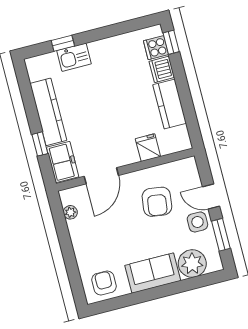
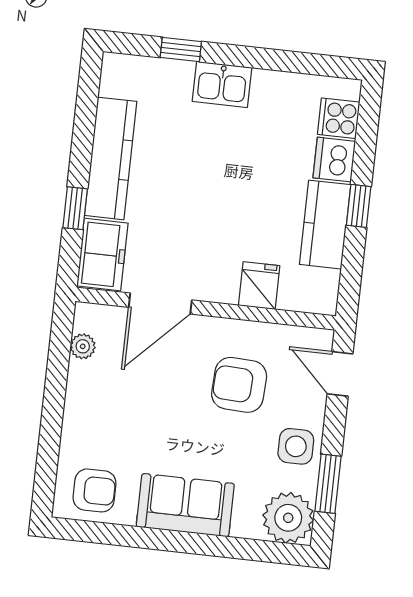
window: (171, 42) -> (359, 206), moved
kitchen sink: (74, 57) -> (222, 84), moved
door: (211, 197) -> (340, 374), moved
armchair: (157, 202) -> (239, 385), turned 85
plant: (192, 264) -> (288, 518), moved
armchair: (104, 283) -> (95, 490), turned 90

